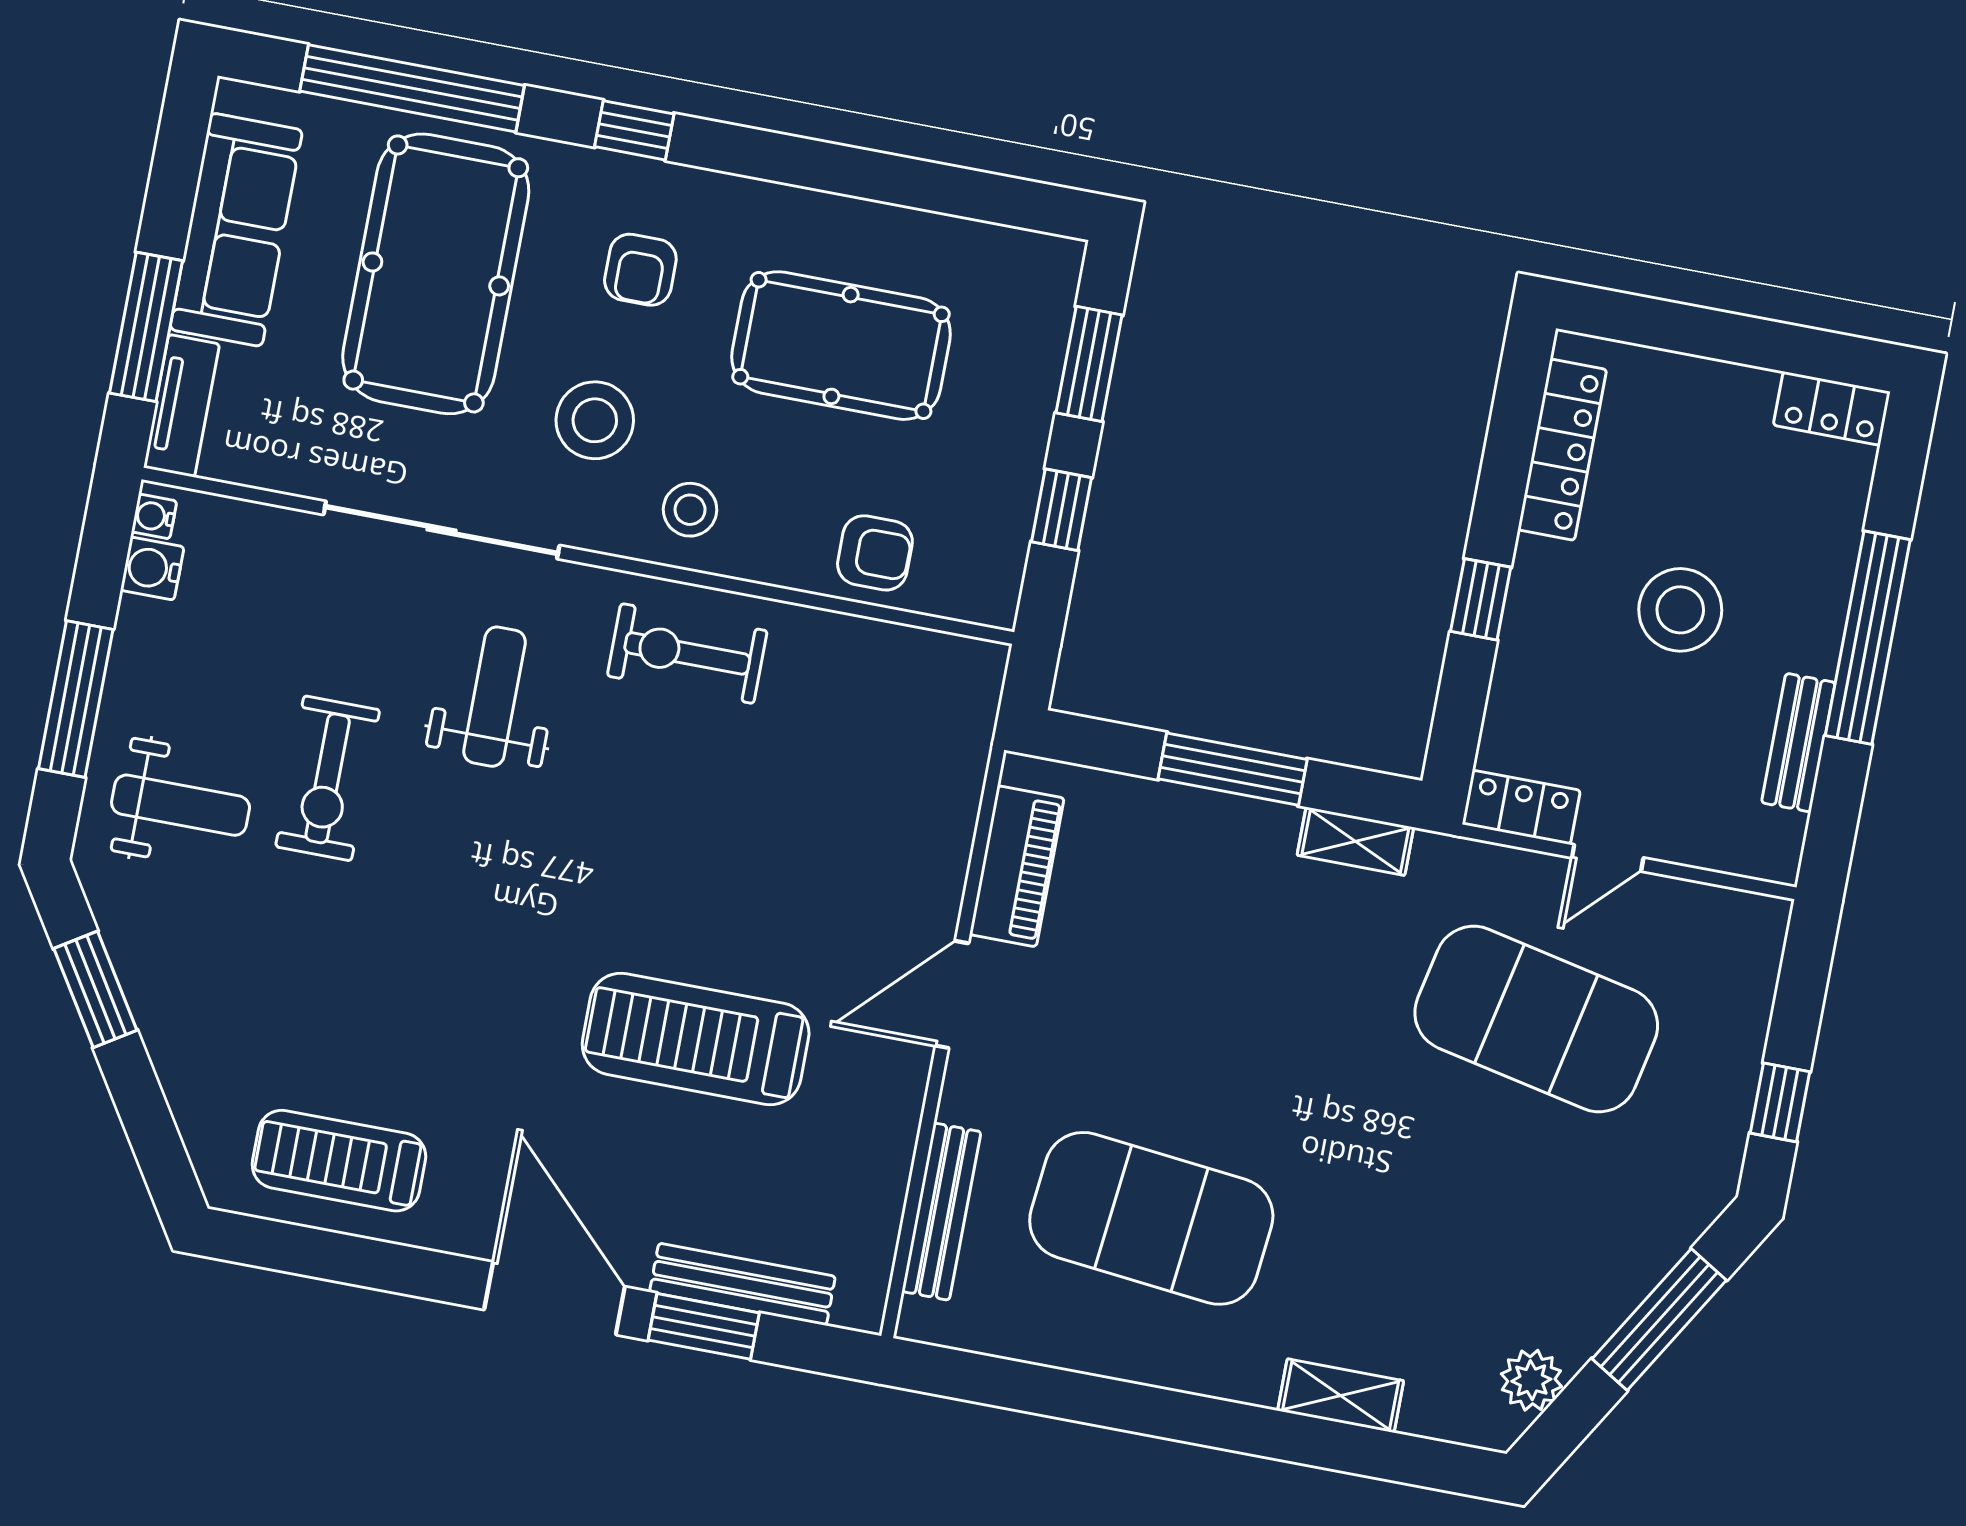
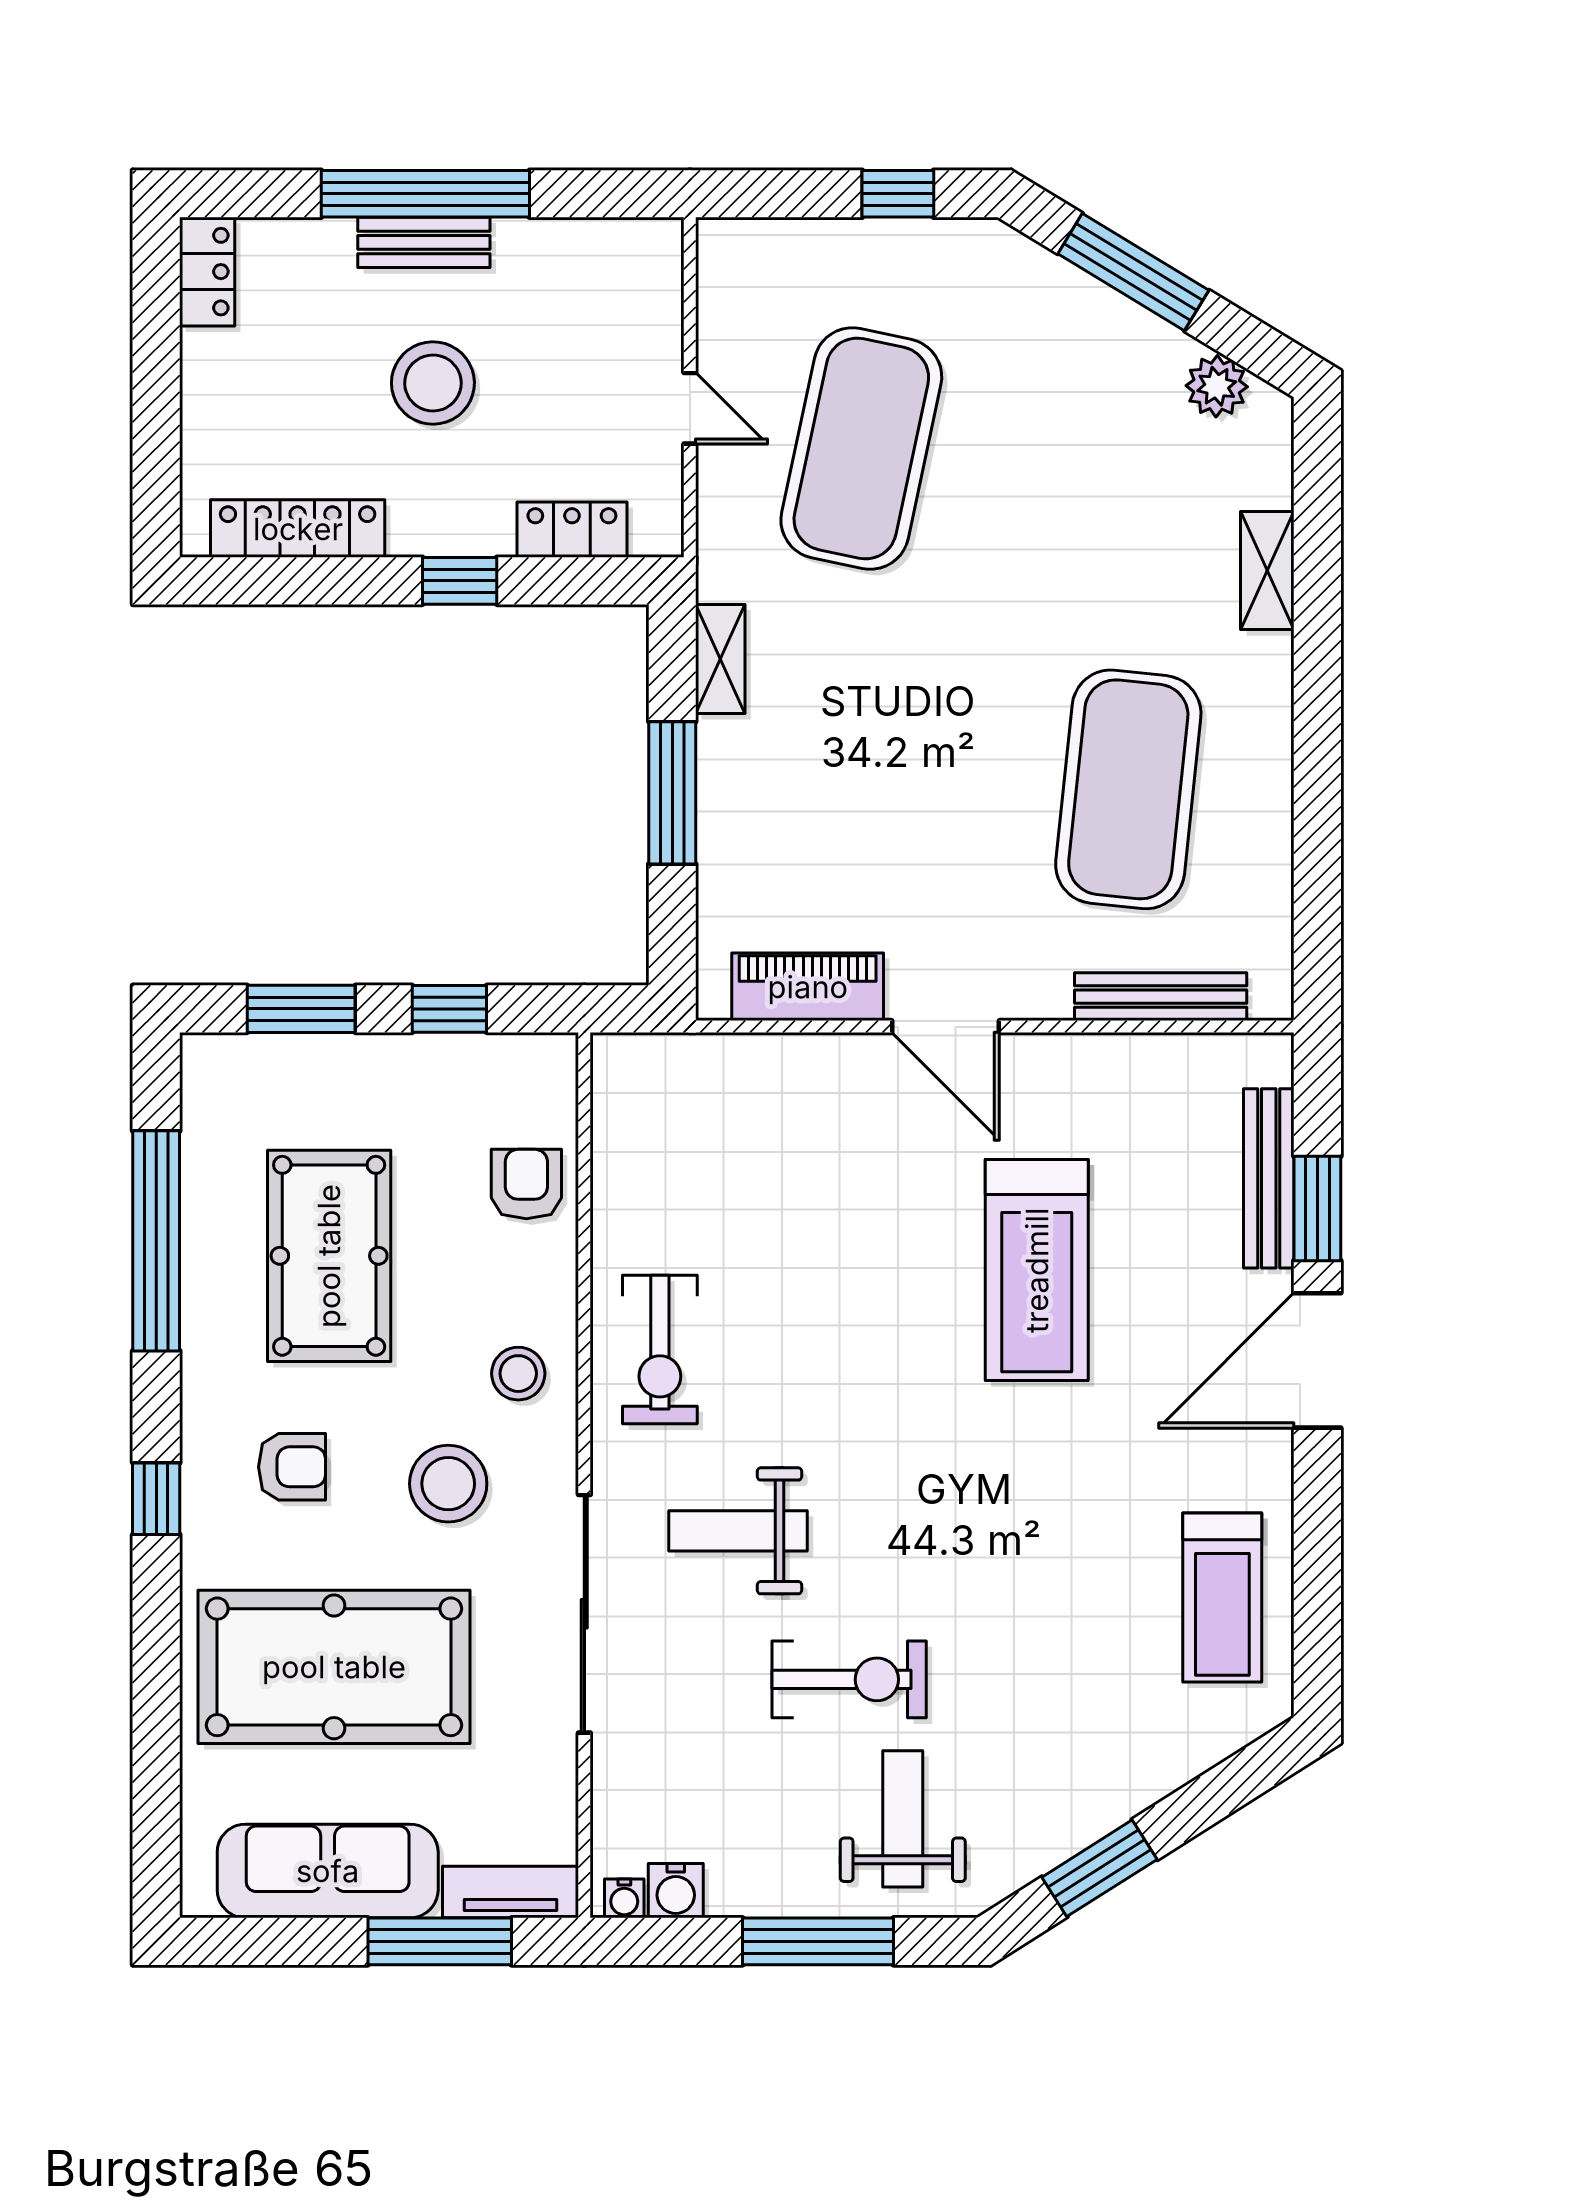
window: (412, 88) -> (156, 1241), moved
bench: (1798, 743) -> (424, 242), moved
locker: (1521, 807) -> (572, 530), moved, turned 90

